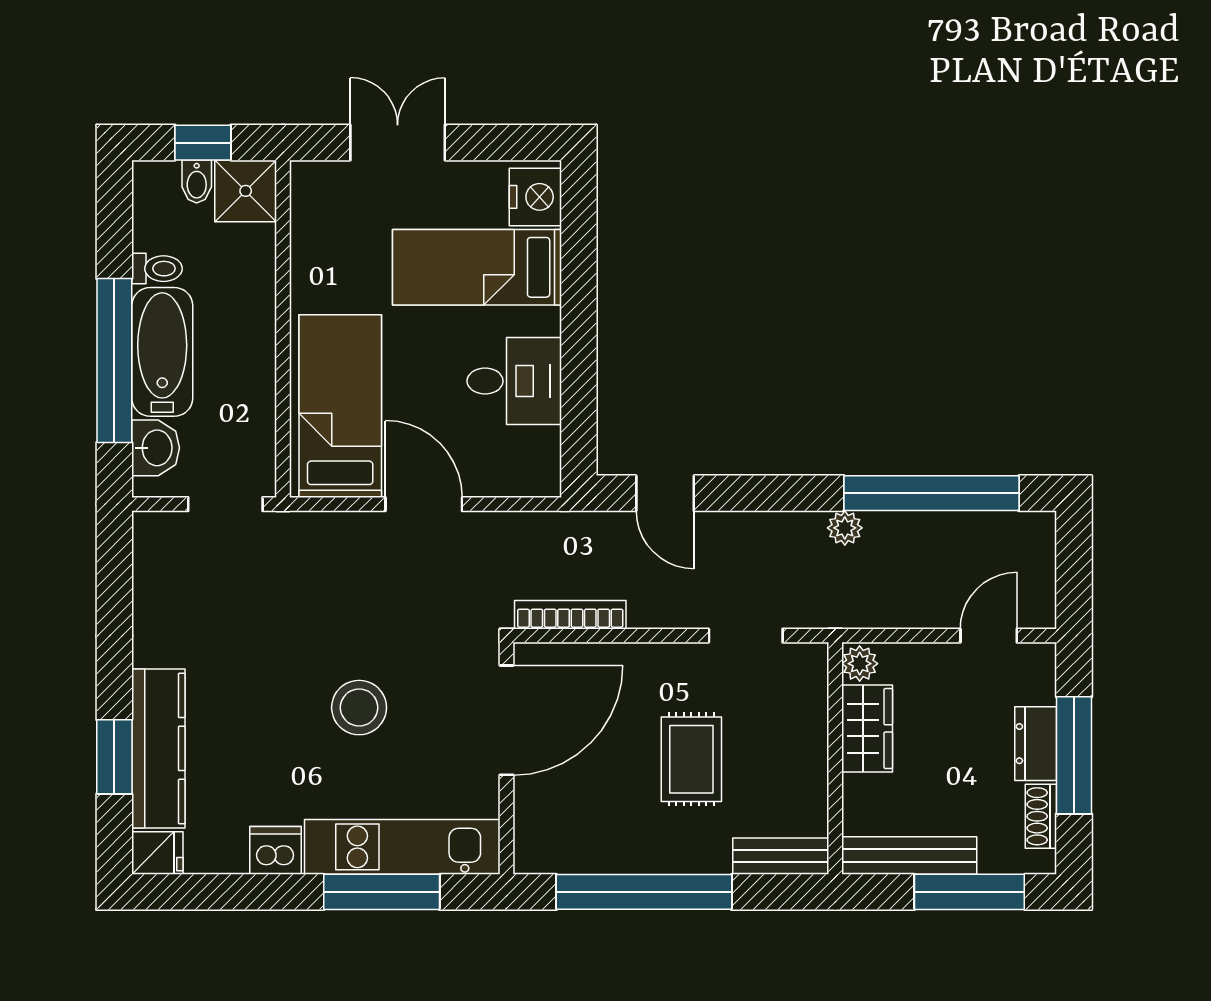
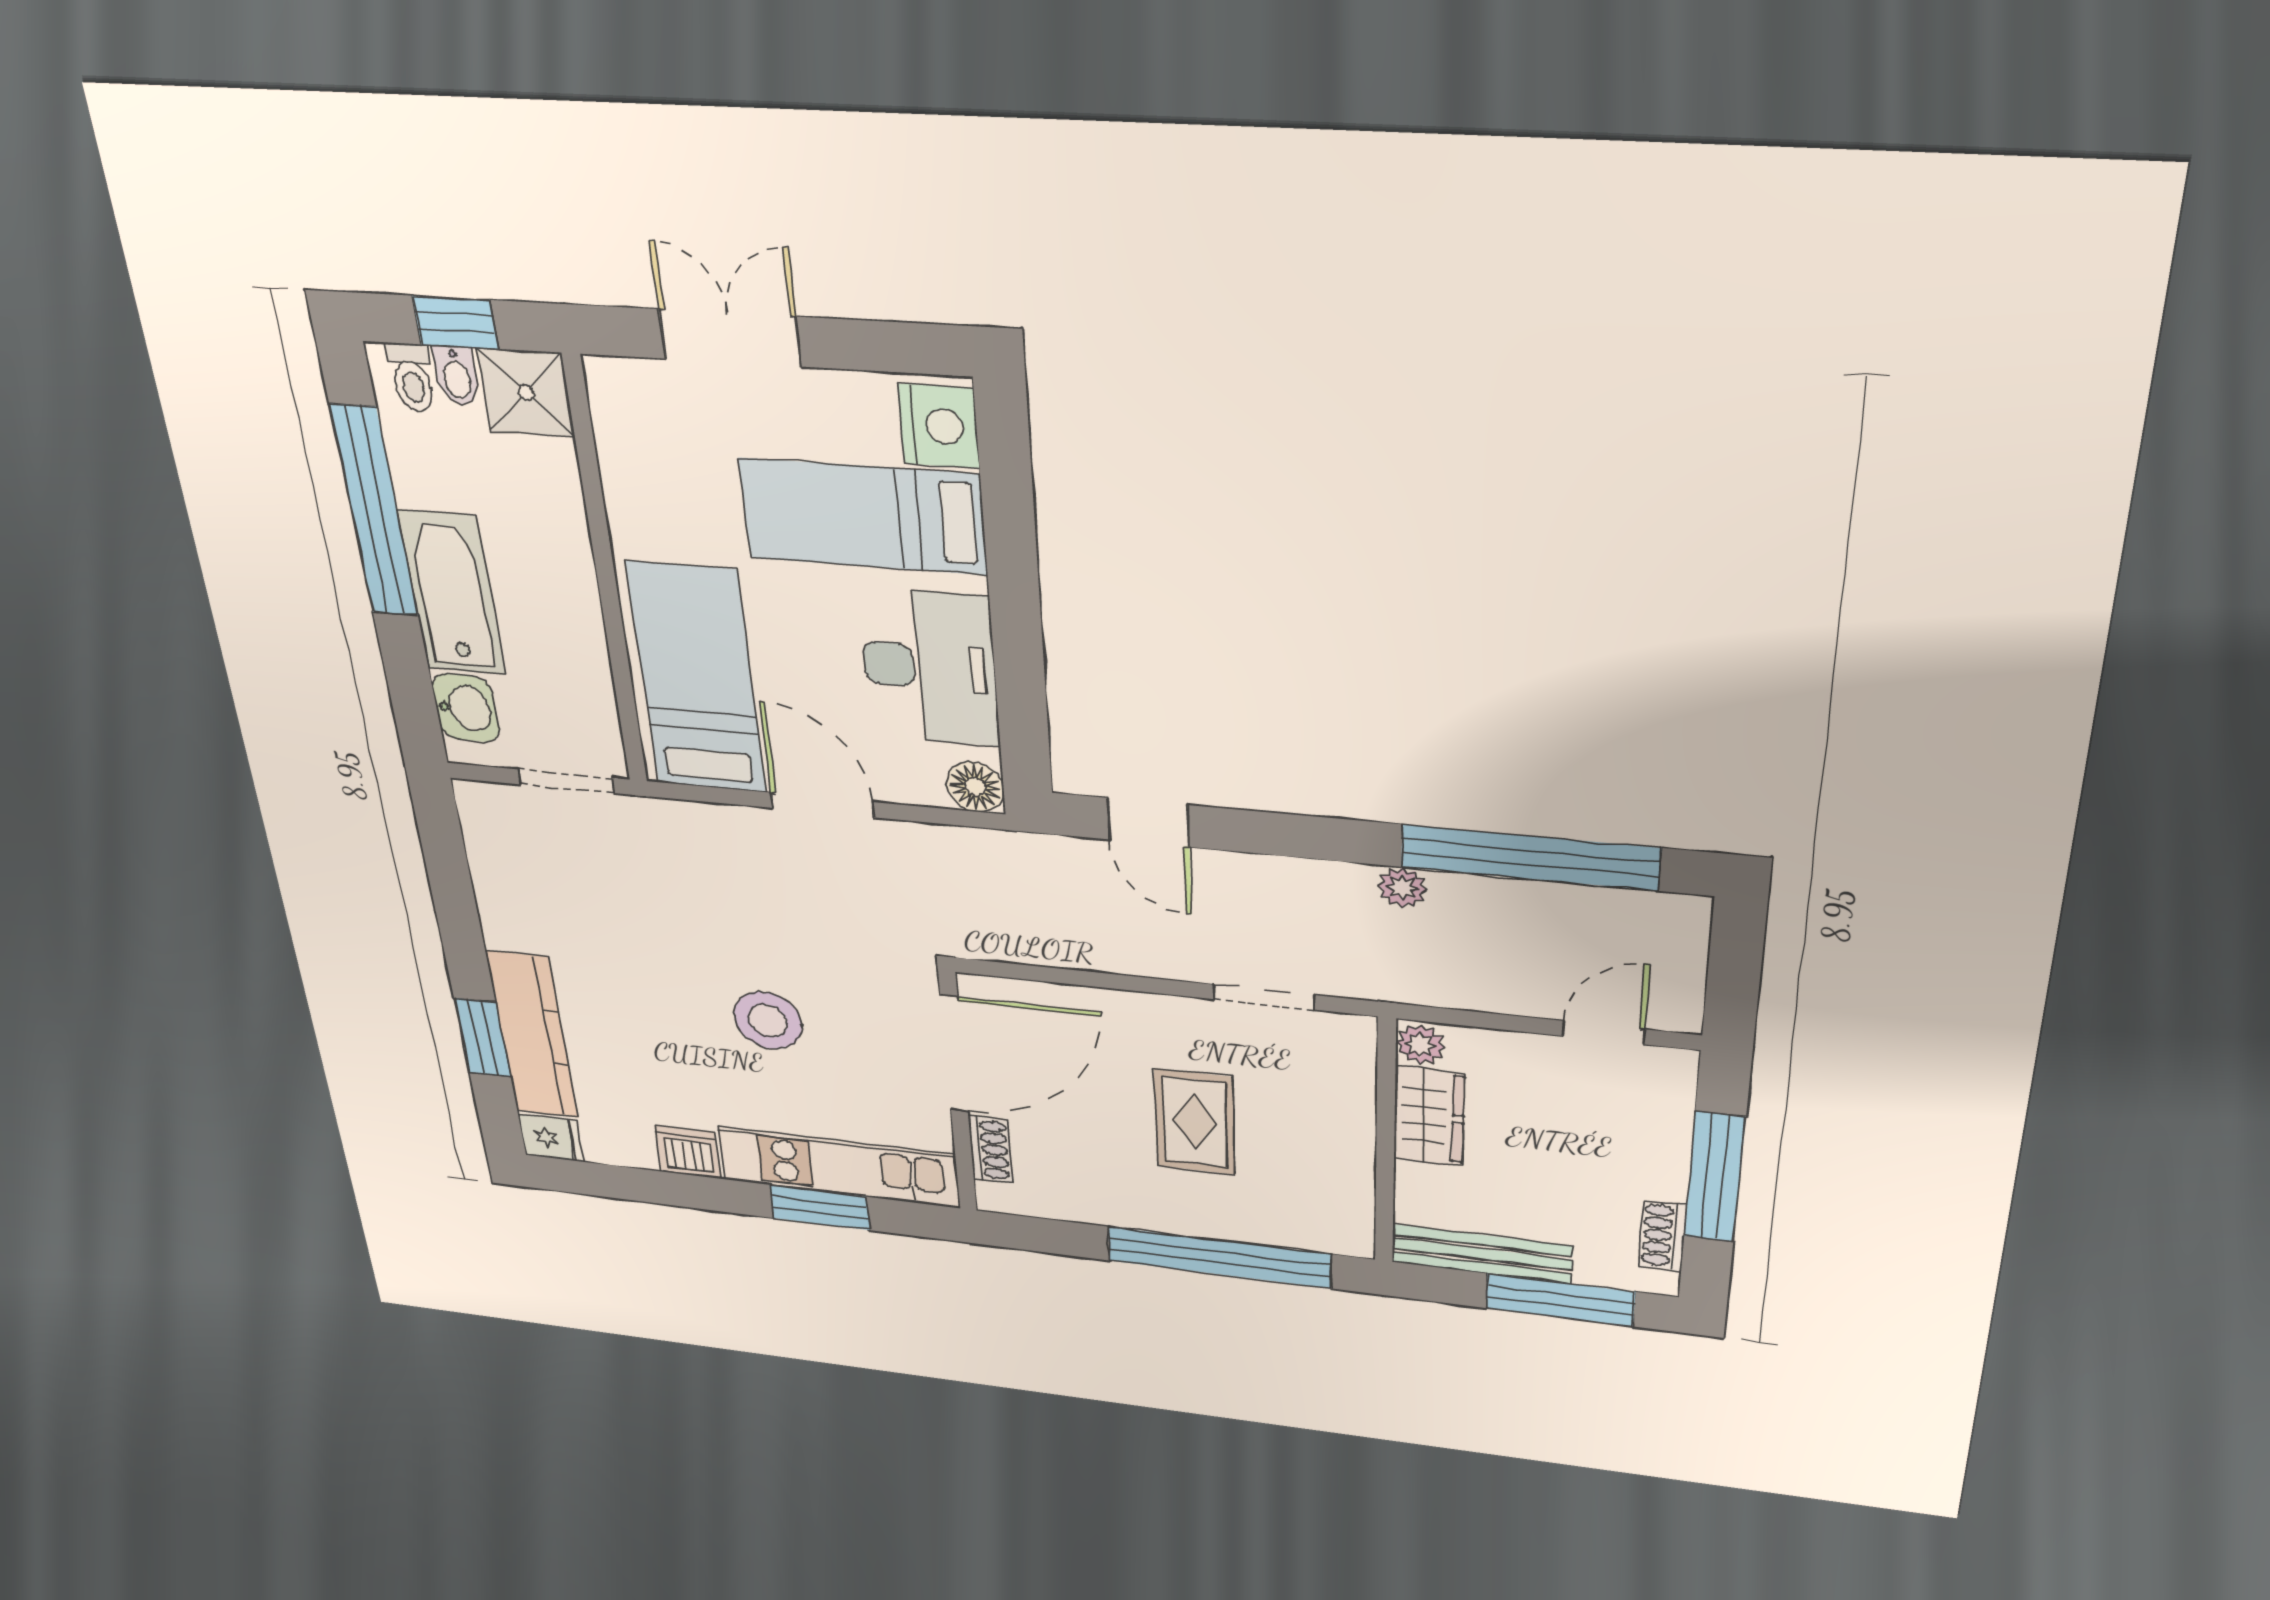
toilet: (157, 269) -> (412, 378), moved, turned 90
window: (114, 361) -> (374, 512), moved
desk: (514, 381) -> (929, 667), width x1.37
floor lamp: (540, 477) -> (975, 787), added
bookcase: (570, 615) -> (1028, 950), removed
dresser: (1036, 744) -> (1662, 1159), removed
shoe rack: (529, 810) -> (990, 1150), added
bench: (781, 856) -> (1313, 1234), removed
window: (382, 892) -> (820, 1207), width x0.69
window: (644, 892) -> (1219, 1257), moved

